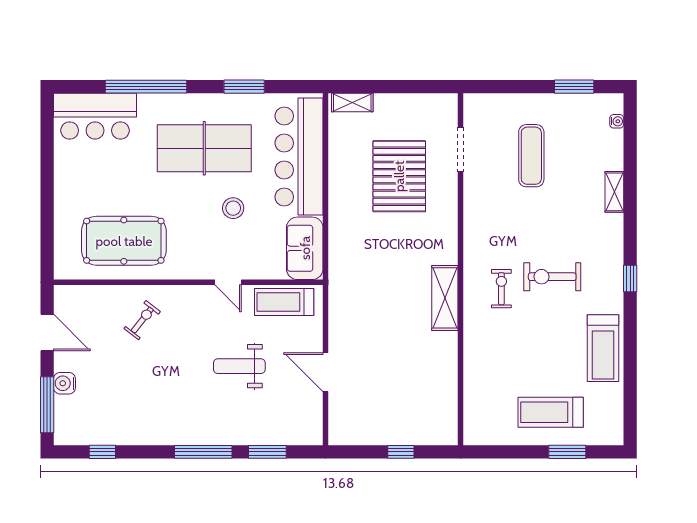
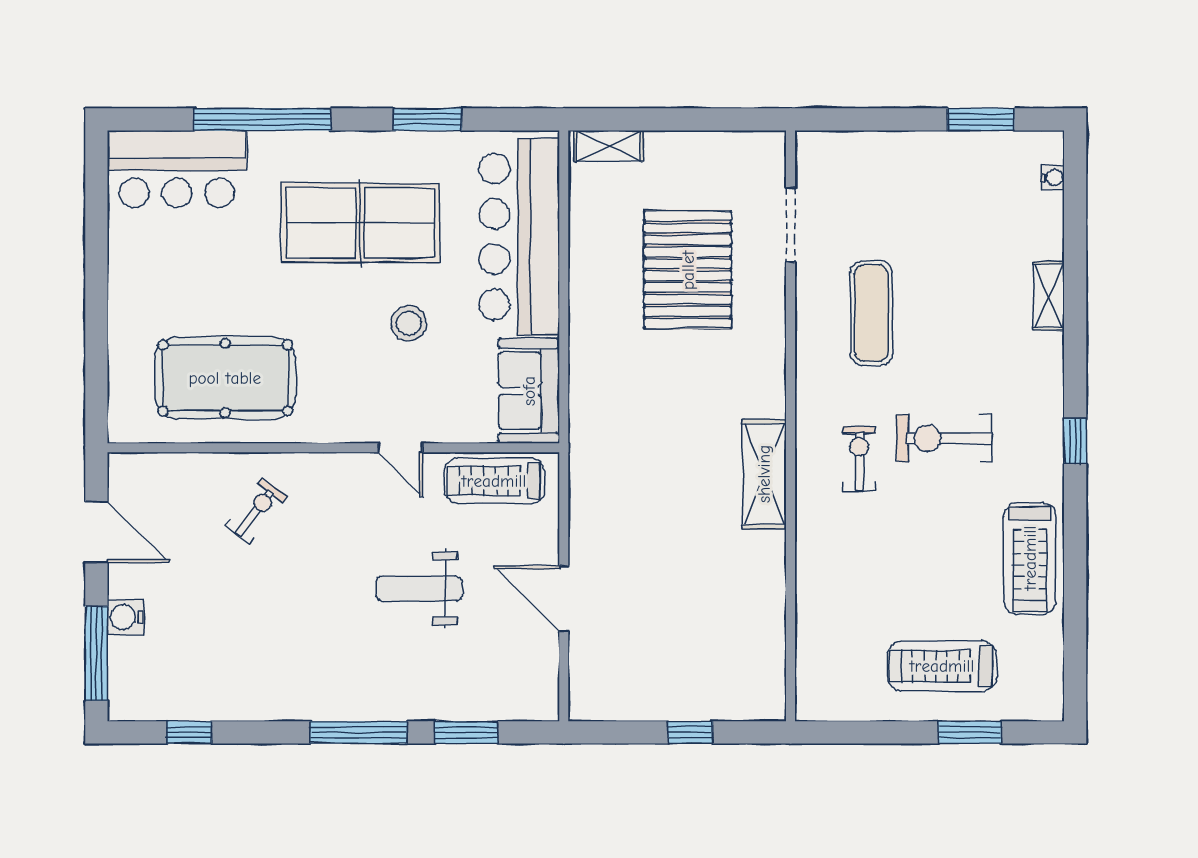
exercise mat: (531, 156) -> (871, 313), moved

